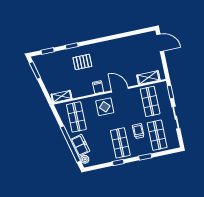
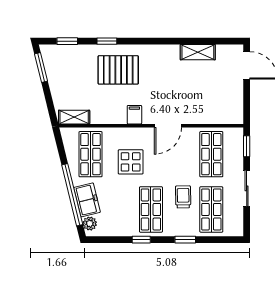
pallet: (82, 62) -> (118, 70), width x1.50, depth x1.42
shelving: (148, 78) -> (198, 52), moved
door: (120, 90) -> (168, 126), swing flipped
display table: (105, 107) -> (131, 162), moved

